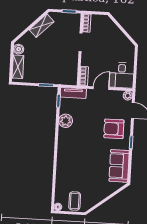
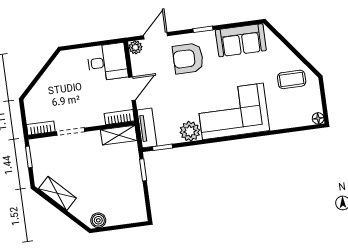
shelving: (18, 67) -> (119, 135), moved
door: (101, 88) -> (132, 89), swing flipped
armchair: (114, 129) -> (188, 58), turned 90
corner sofa: (73, 152) -> (233, 111), added
coffee table: (75, 201) -> (292, 79), moved

